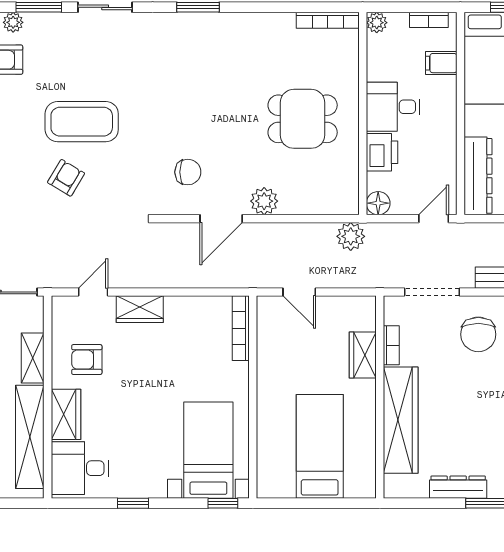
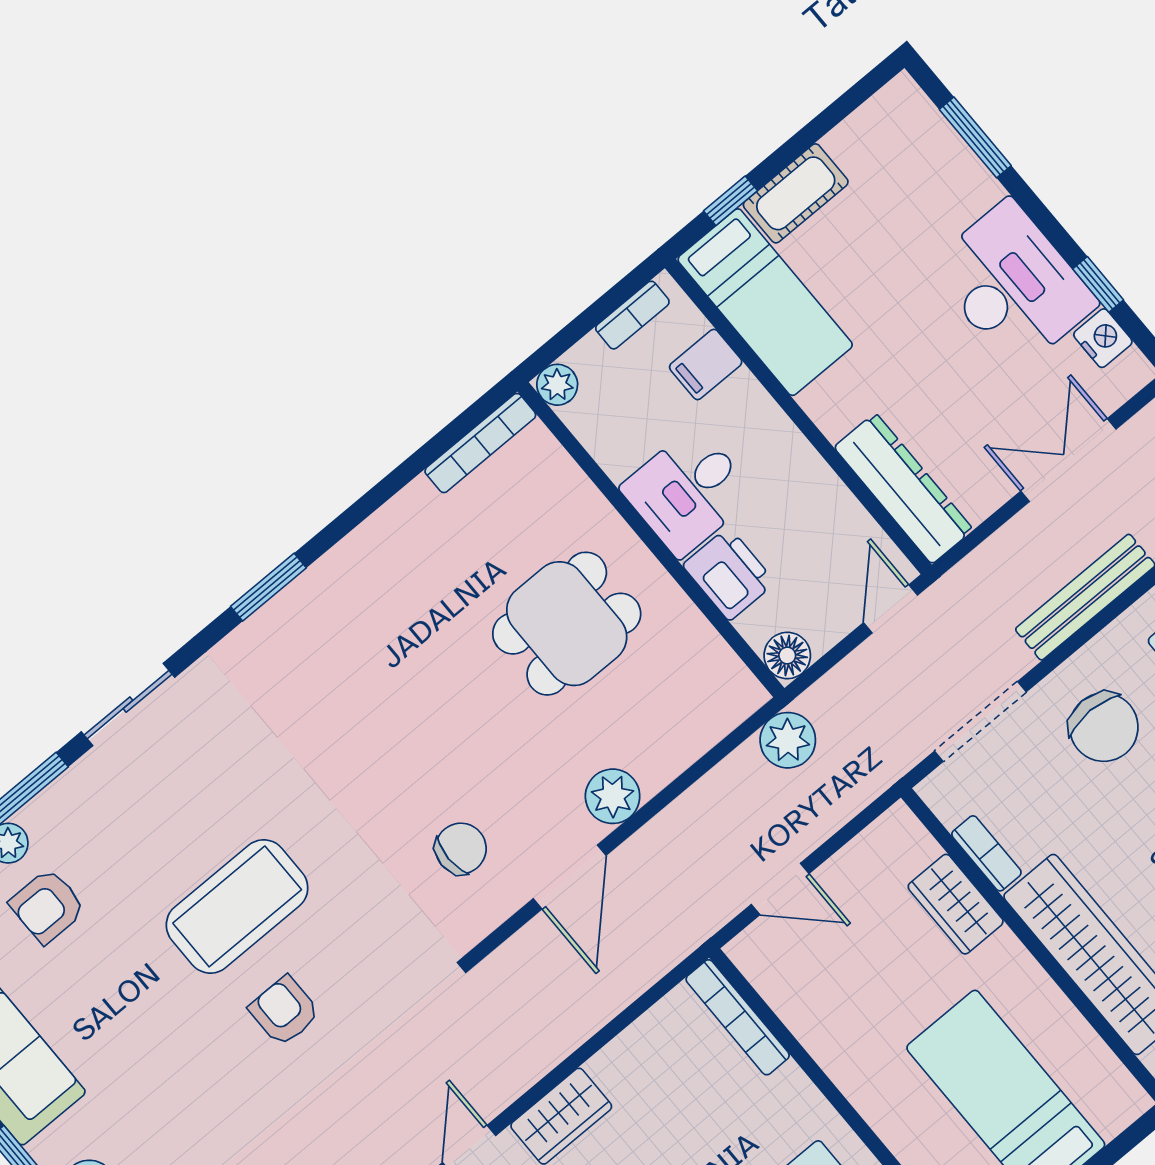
armchair: (66, 178) -> (284, 1011), turned -31

